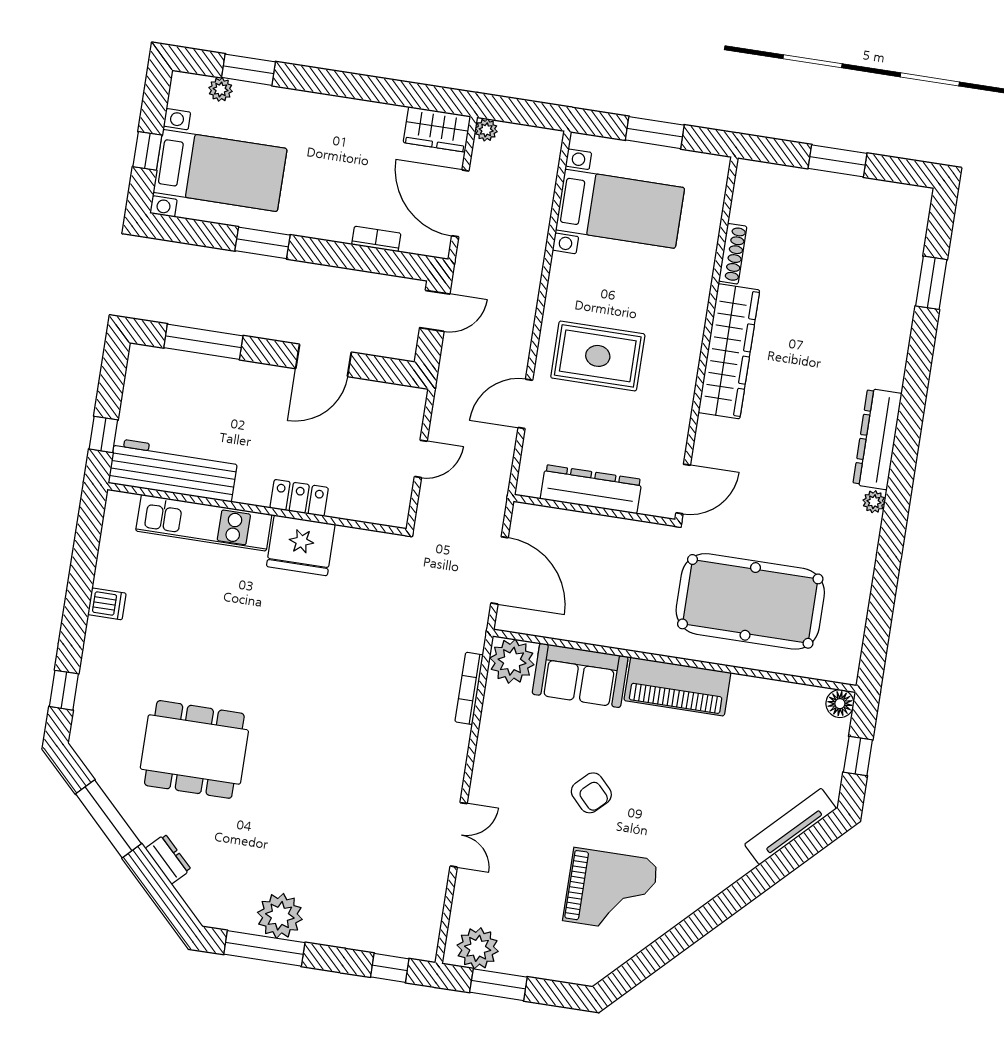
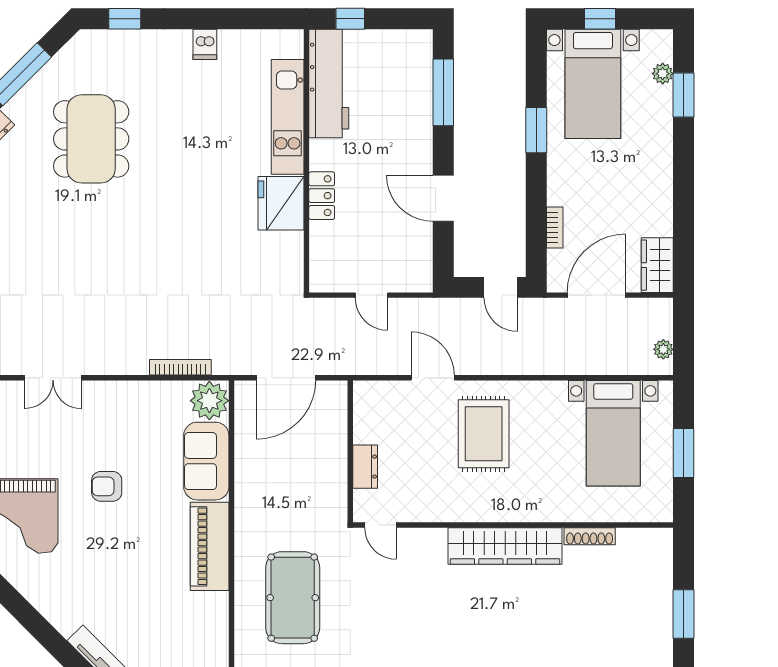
plant: (486, 130) -> (663, 349), moved
dresser: (591, 489) -> (365, 467), width x0.51, depth x0.80
door: (683, 489) -> (380, 525), width x0.73
pool table: (750, 601) -> (293, 598), width x0.73, depth x0.76
armchair: (591, 793) -> (107, 486), turned 44

